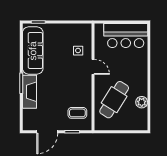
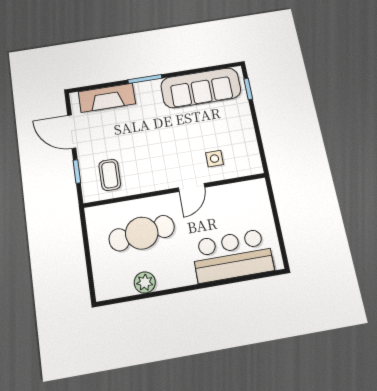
bar counter: (126, 36) -> (233, 256), moved, turned 90
fireplace: (29, 92) -> (107, 98), moved
cafe table: (114, 100) -> (142, 233), turned -39

